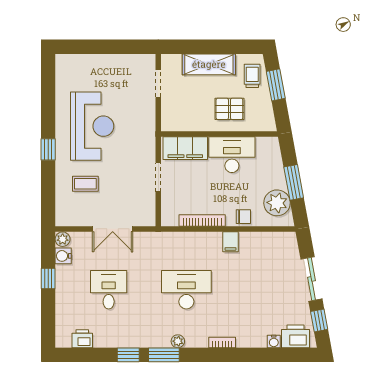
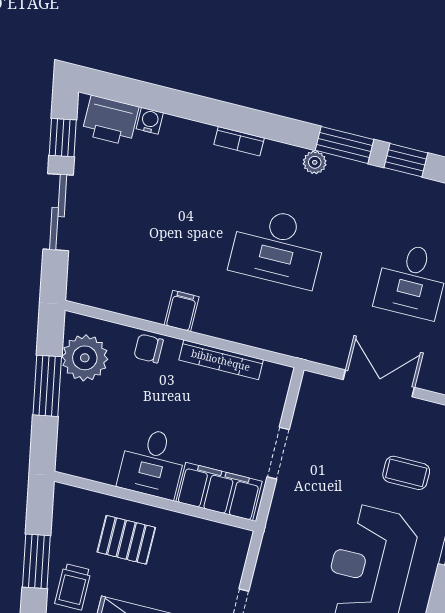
desk: (232, 155) -> (152, 463), width x0.73

